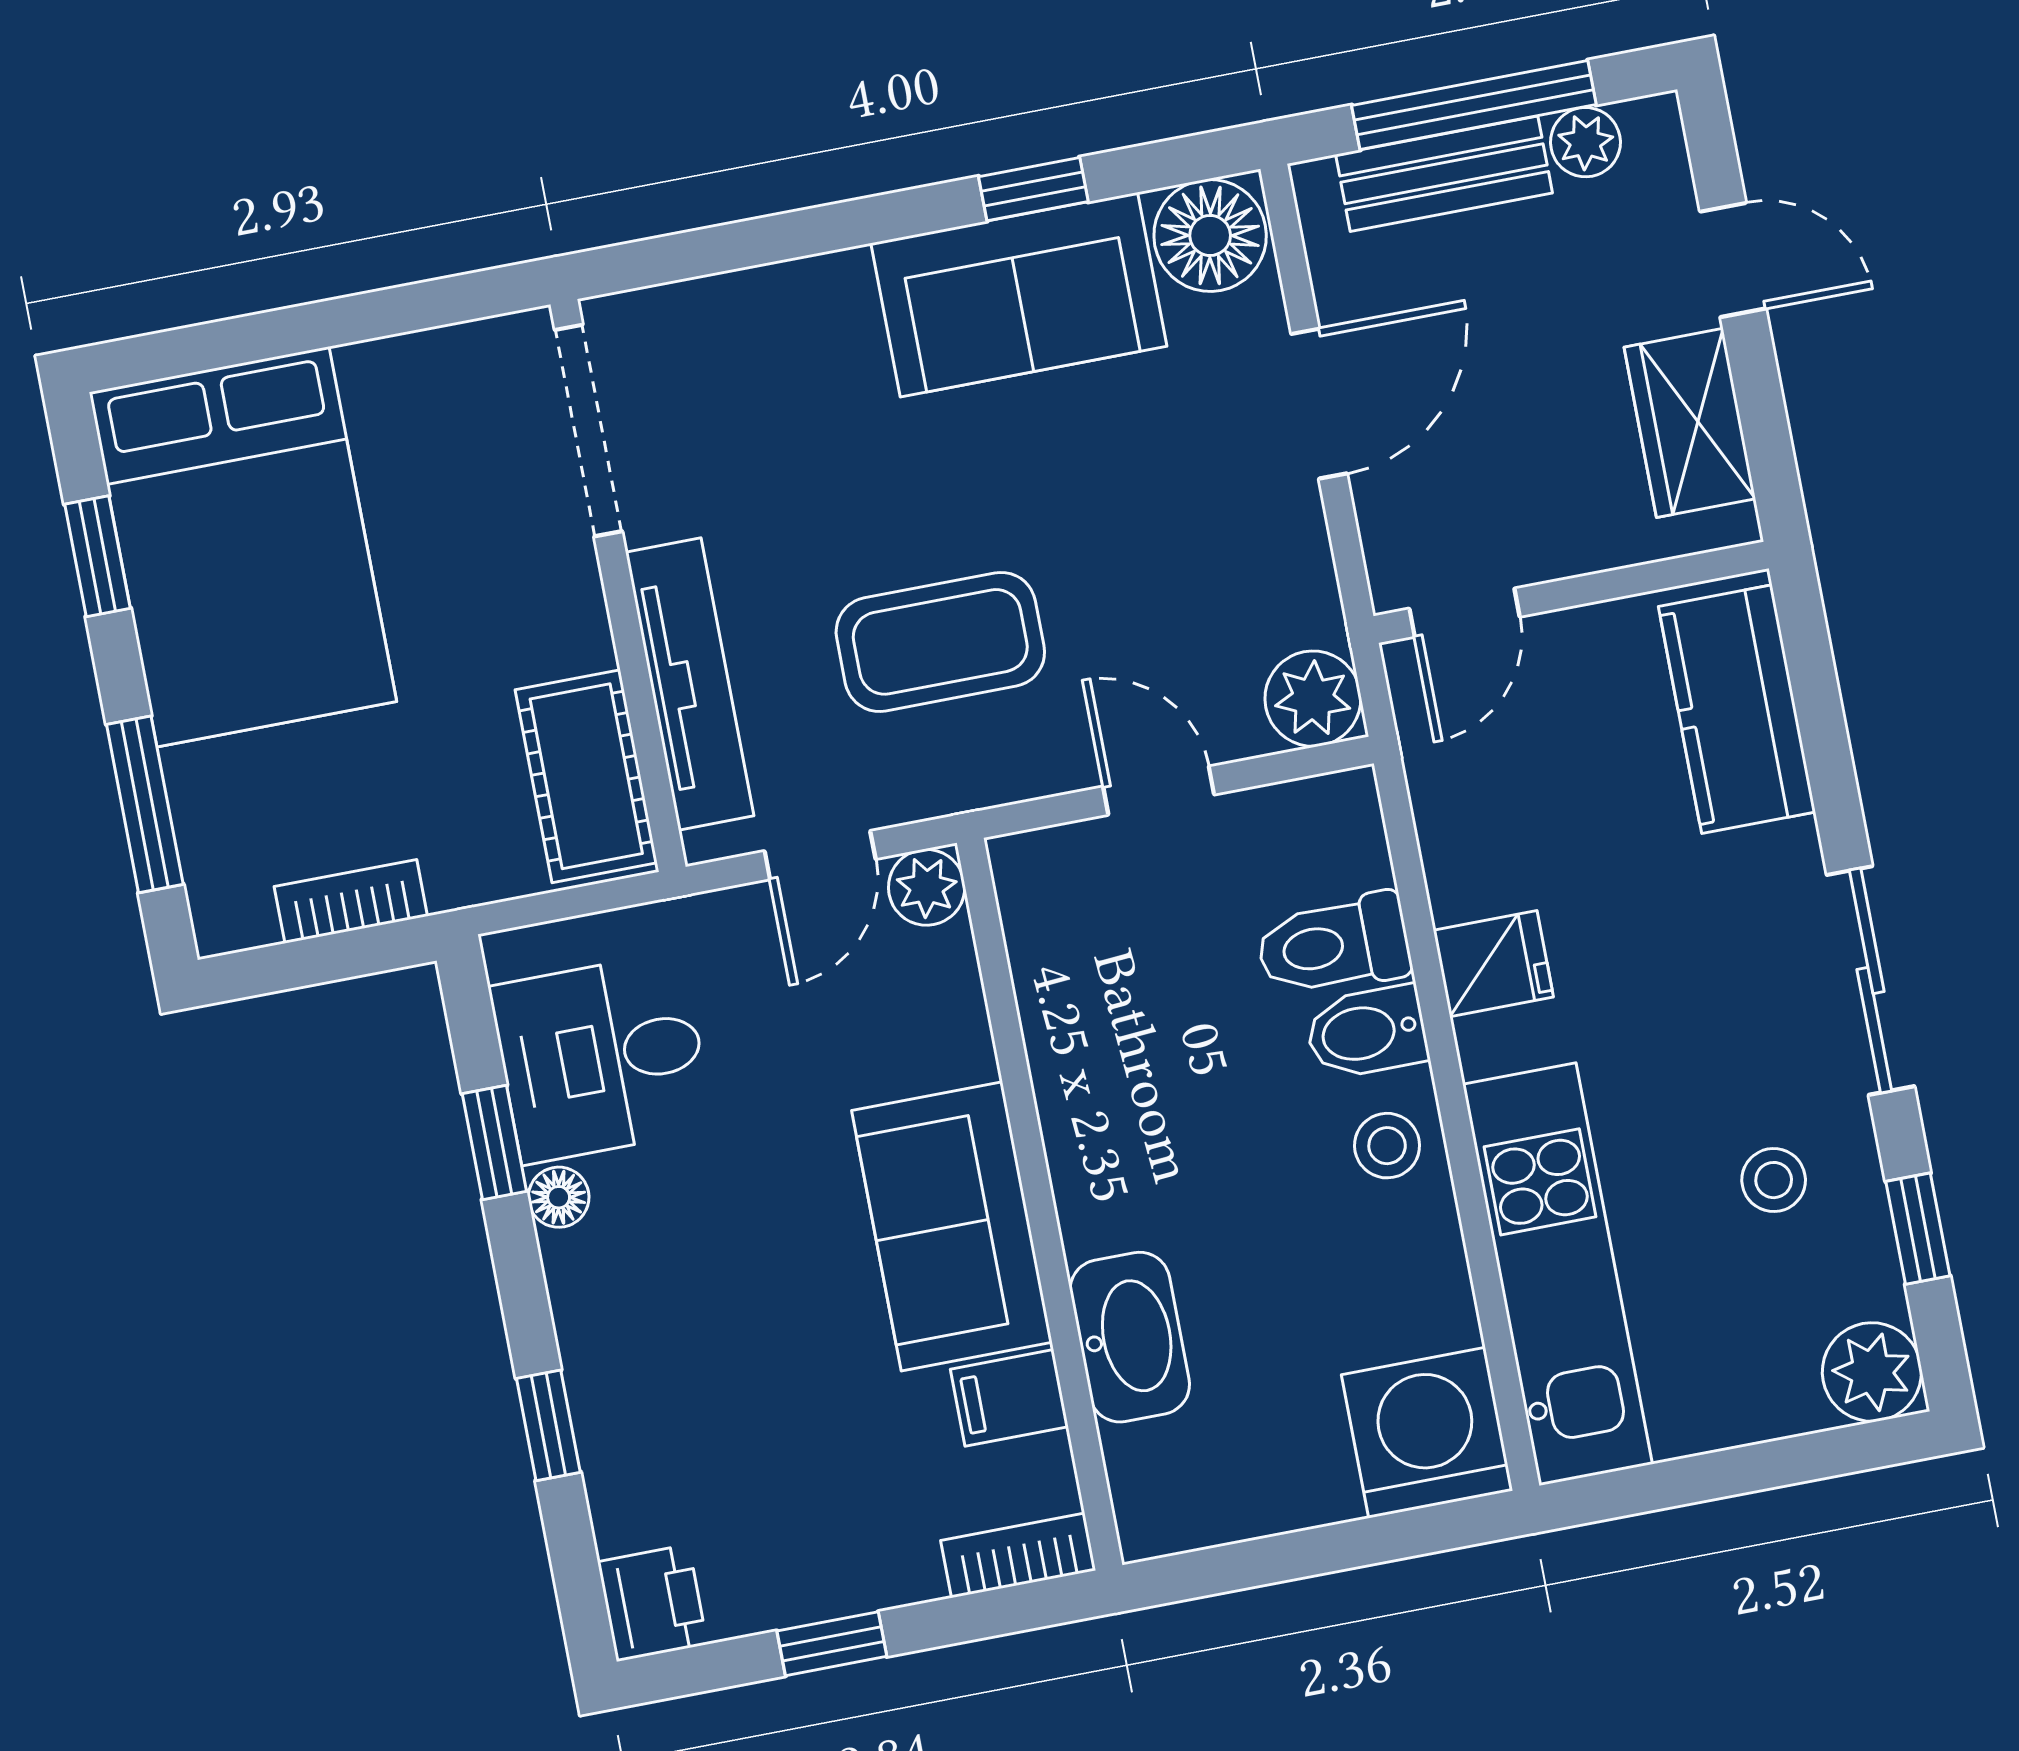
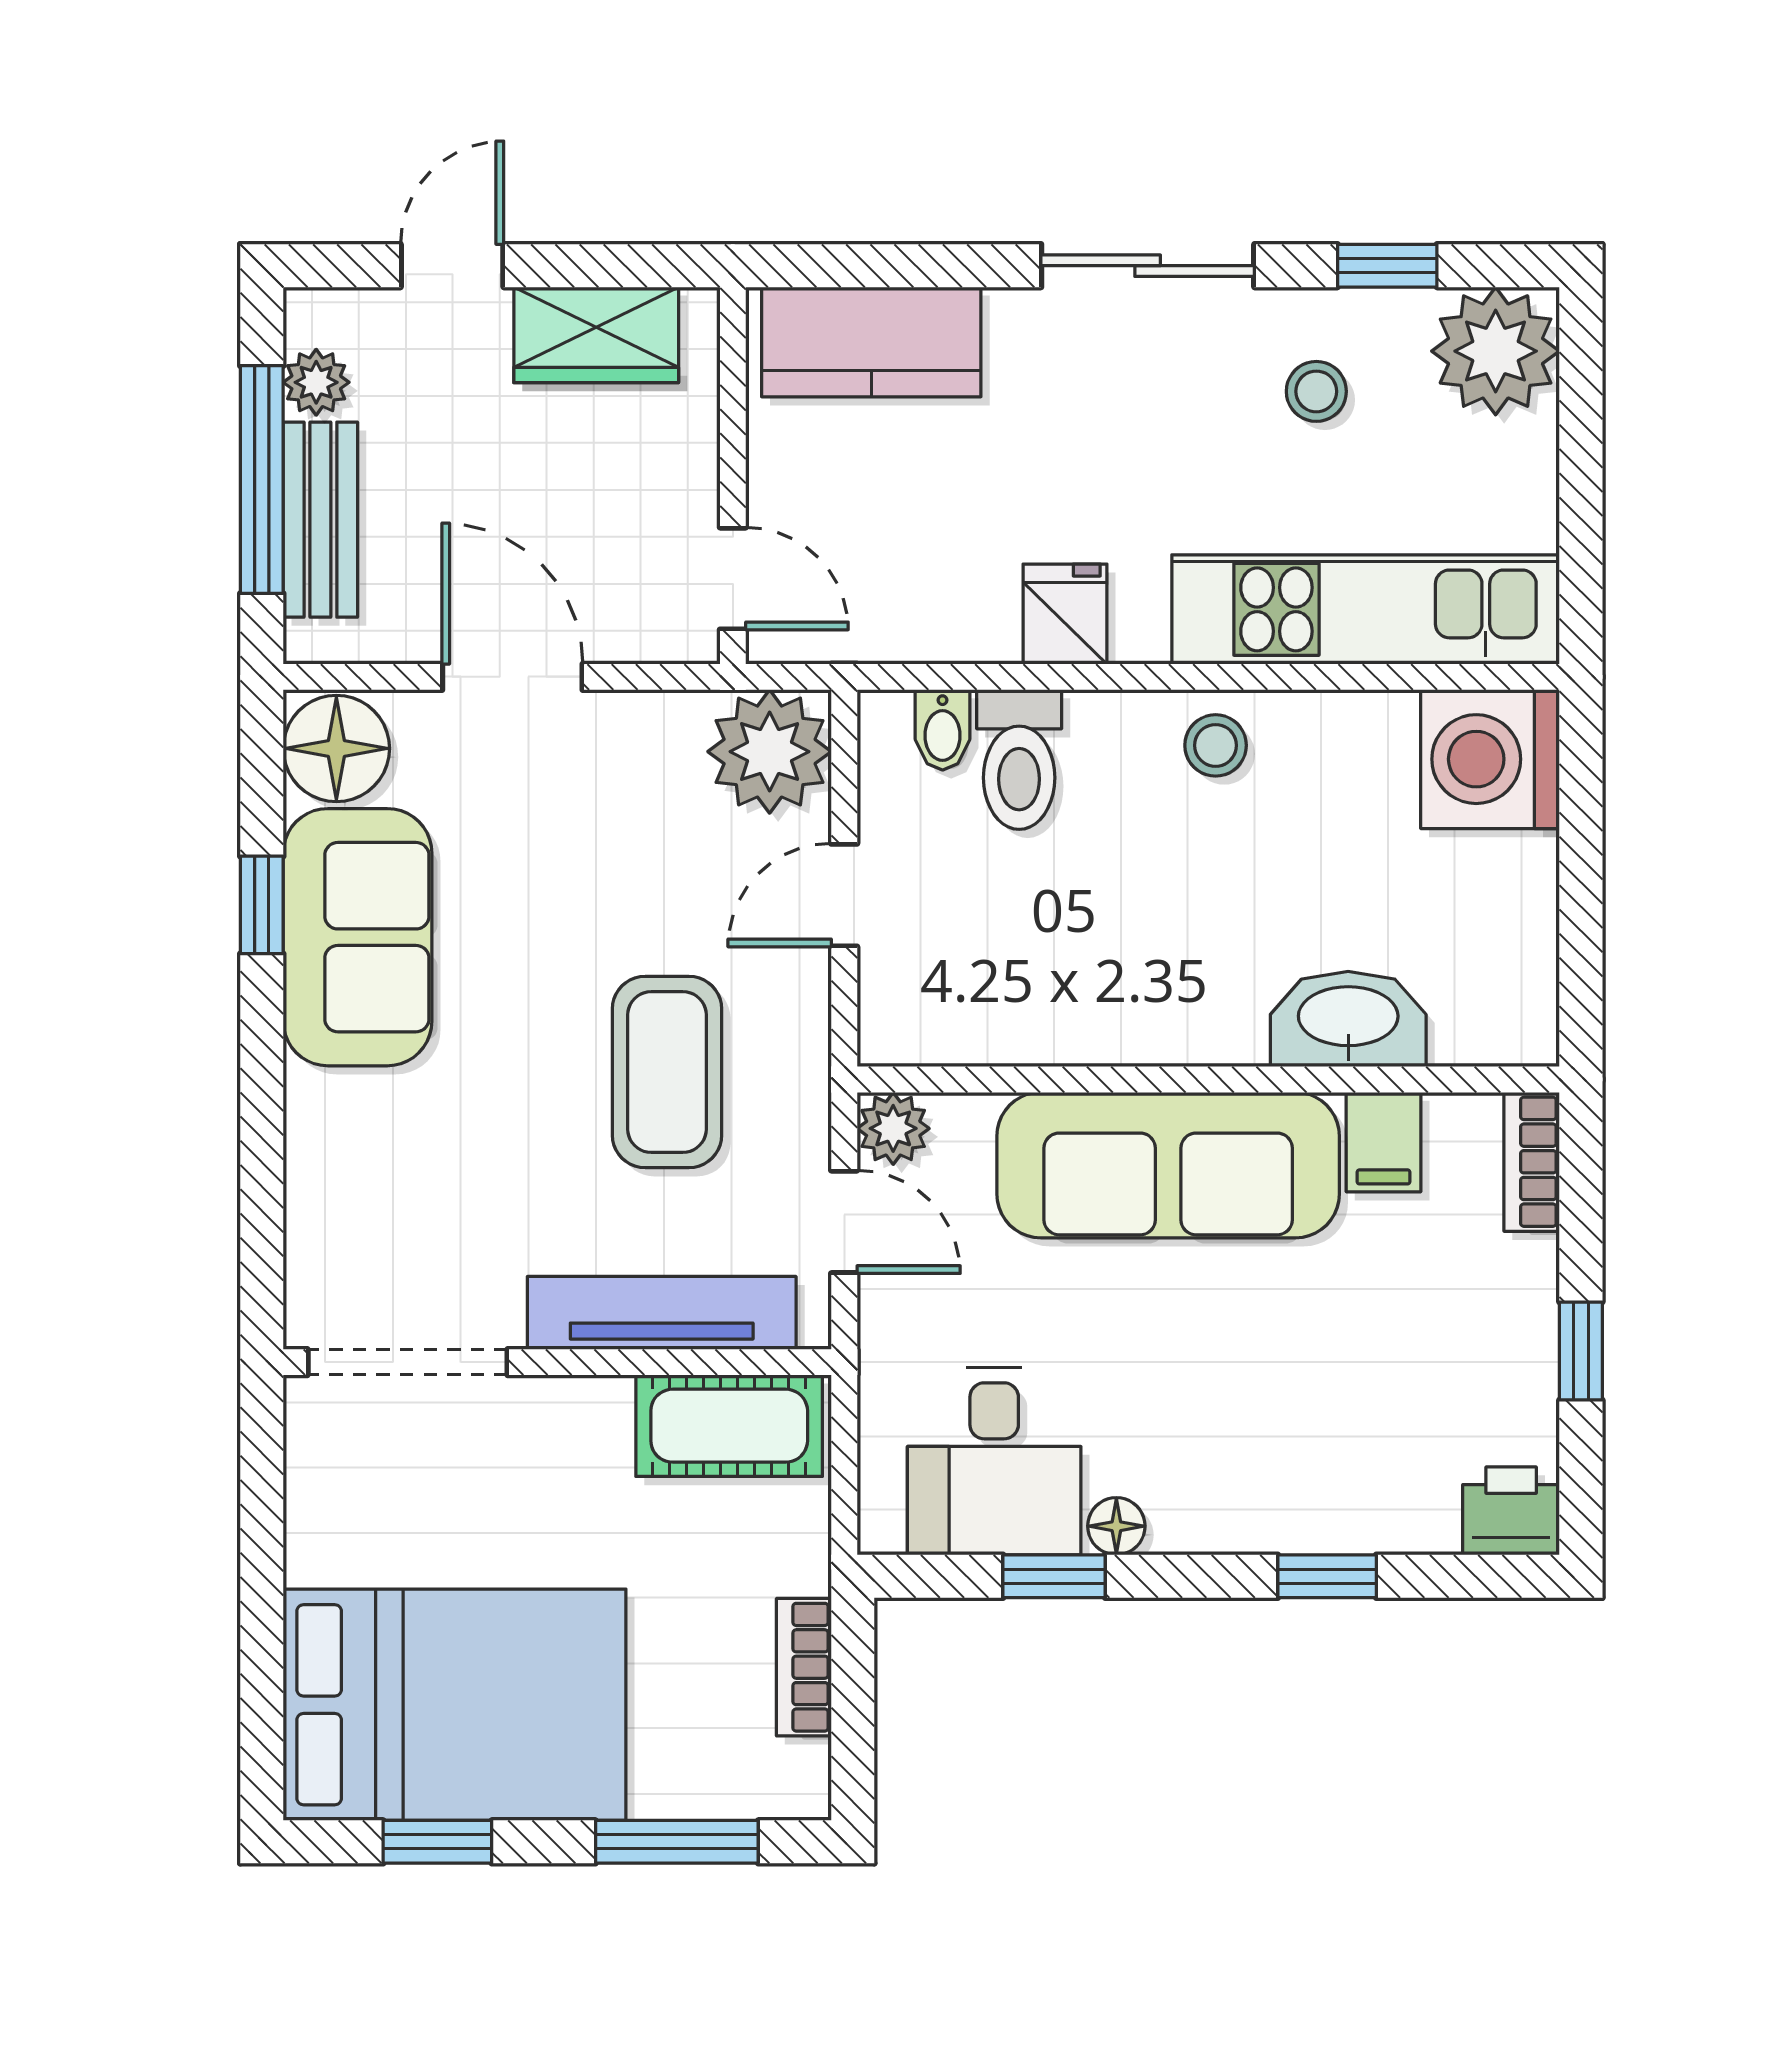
plant: (1313, 699) -> (770, 752), width x1.36, depth x1.36
bidet: (1367, 1032) -> (943, 730), moved, width x0.72, depth x0.74
sofa: (952, 1226) -> (1168, 1165), width x1.36
plant: (1872, 1372) -> (1496, 351), width x1.36, depth x1.36

